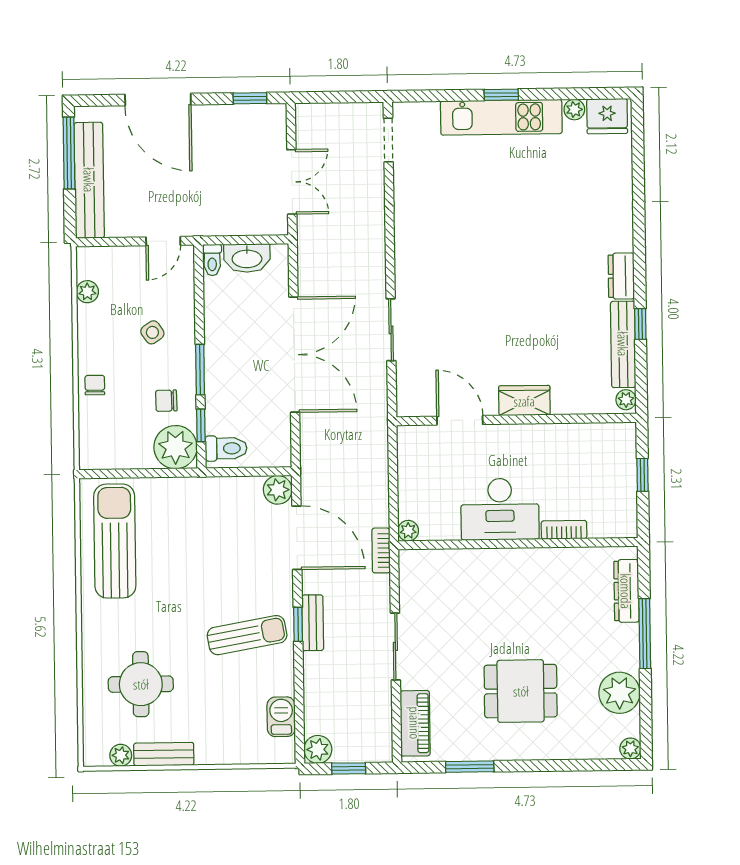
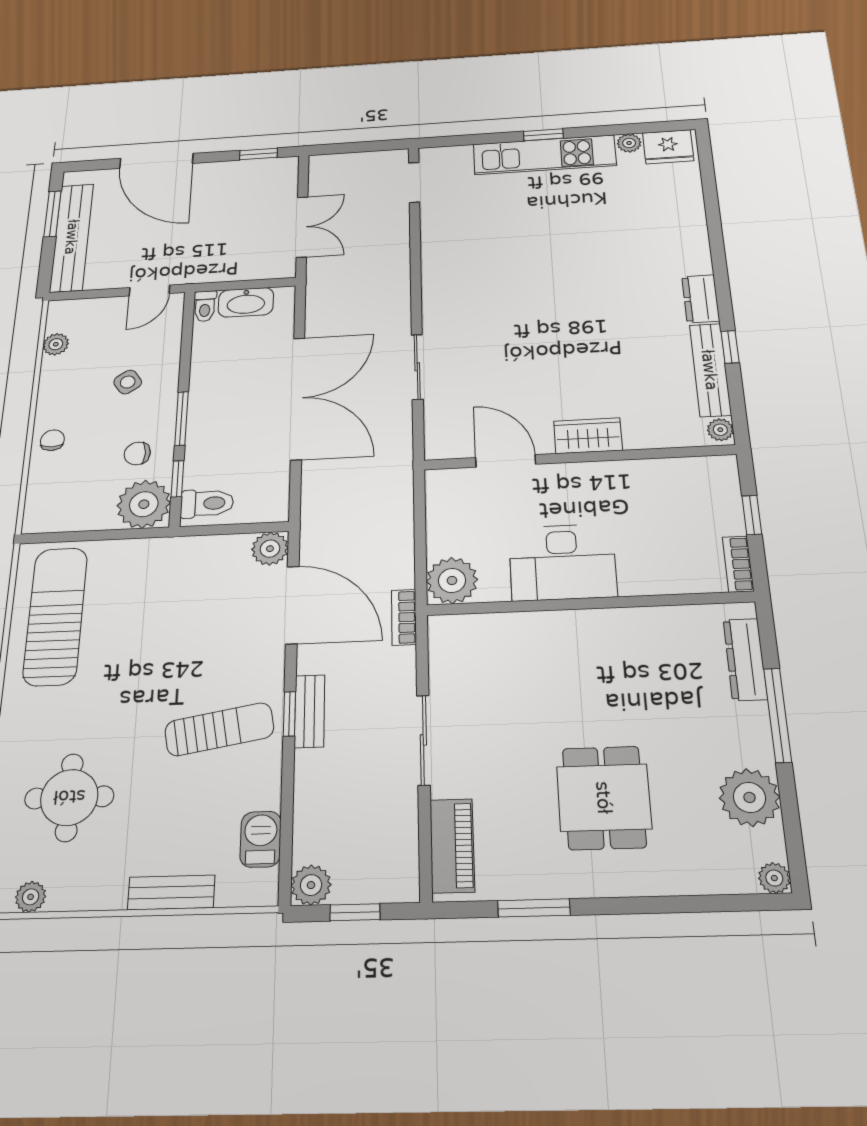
window: (69, 153) -> (52, 214), width x0.69
bookcase: (564, 530) -> (738, 564), moved, turned -90
plant: (408, 531) -> (452, 581), width x1.88, depth x1.88
dining table: (521, 691) -> (604, 798), turned 90
bench: (164, 754) -> (171, 892), moved

